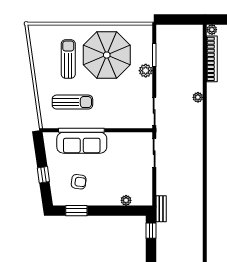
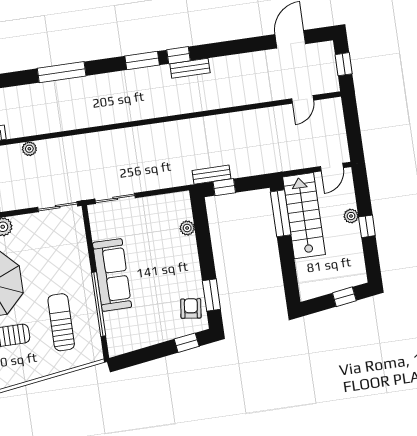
sofa: (82, 143) -> (112, 275), moved
window: (43, 175) -> (187, 343), moved
armchair: (79, 182) -> (191, 308), moved
bench: (161, 209) -> (211, 175), moved

